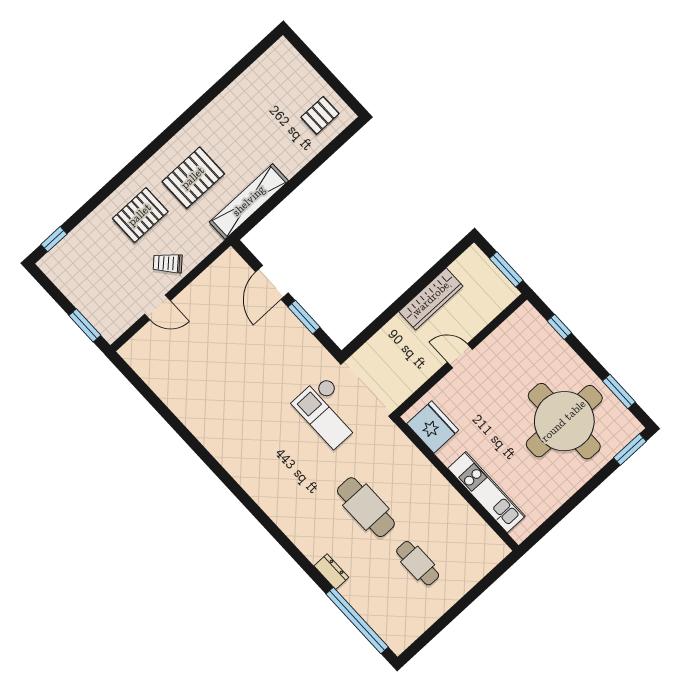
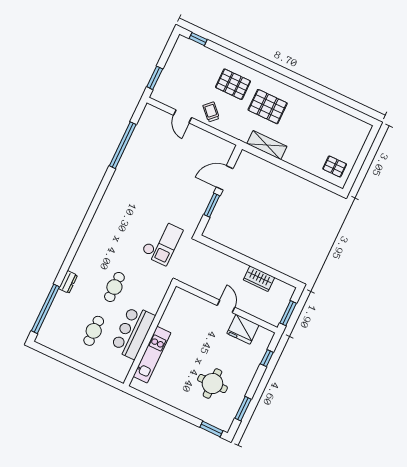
shelving: (249, 201) -> (267, 145), width x0.68
wardrobe: (431, 299) -> (259, 279), width x0.67
window: (164, 411) -> (123, 145), added
checkout: (329, 412) -> (162, 242), turned 180
round table: (564, 421) -> (212, 384), width x0.54, depth x0.54
fridge: (433, 427) -> (243, 329), moved, turned 90
cafe table: (366, 507) -> (114, 287), width x0.73, depth x0.74
bar counter: (443, 507) -> (133, 332), added

